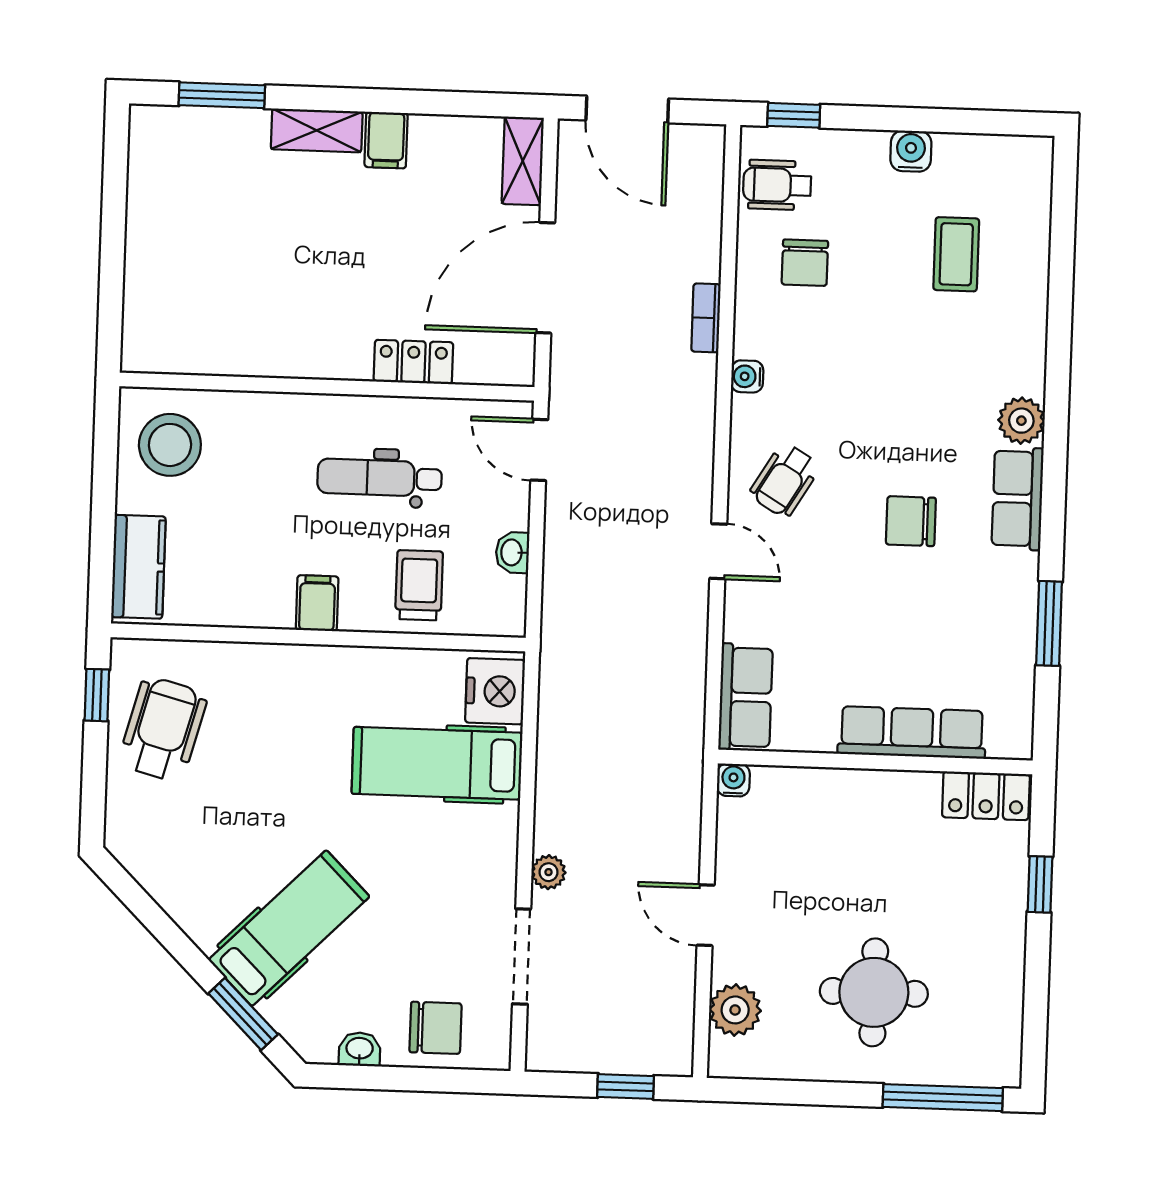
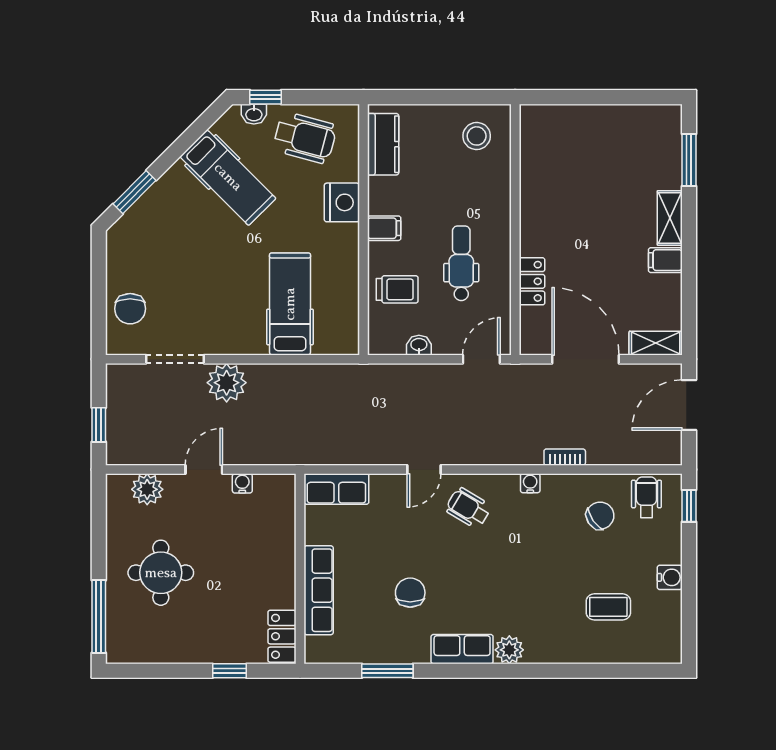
chair: (805, 263) -> (600, 516), turned 145
stool: (170, 445) -> (477, 136), width x0.73, depth x0.73
chair: (911, 521) -> (410, 593), moved
kitchen counter: (138, 567) -> (383, 144), moved, turned -90
nightstand: (495, 691) -> (342, 202), moved, turned -90
window: (97, 695) -> (266, 97), moved
water cooler: (733, 780) -> (242, 483), moved, turned -90
plant: (549, 872) -> (227, 383), width x1.87, depth x1.87
hospital bed: (289, 928) -> (228, 177), moved
washbasin: (360, 1049) -> (254, 114), moved, turned 90

